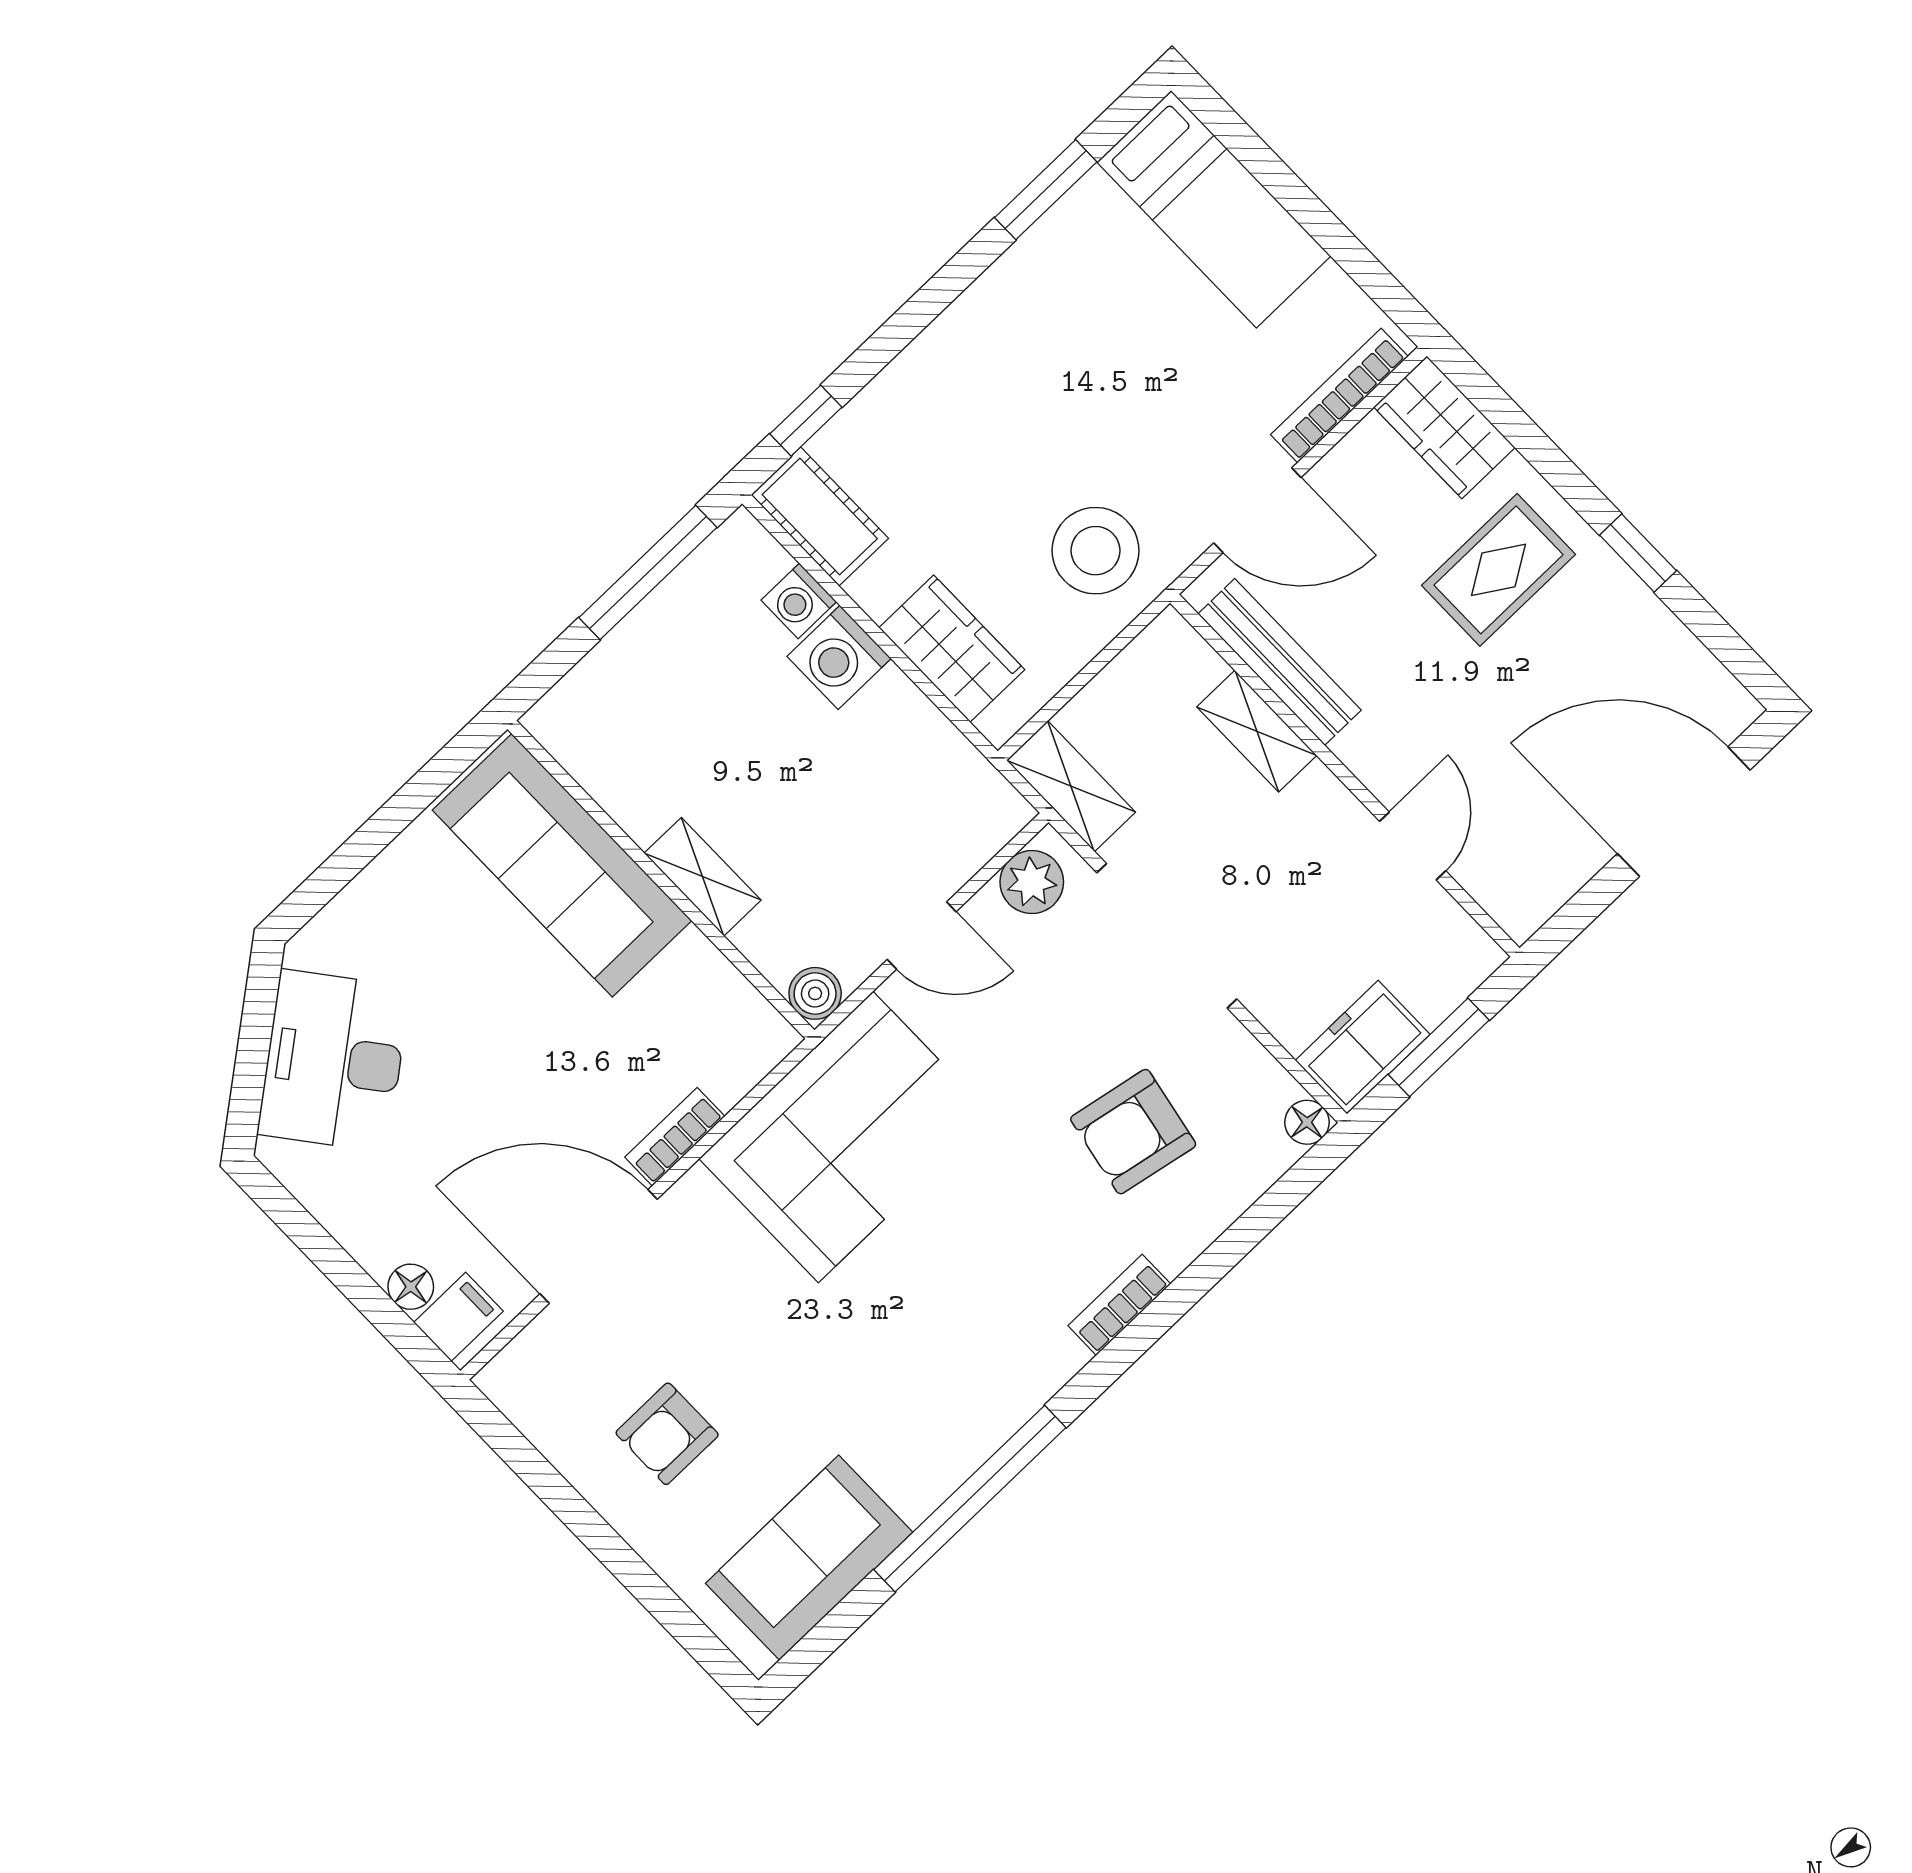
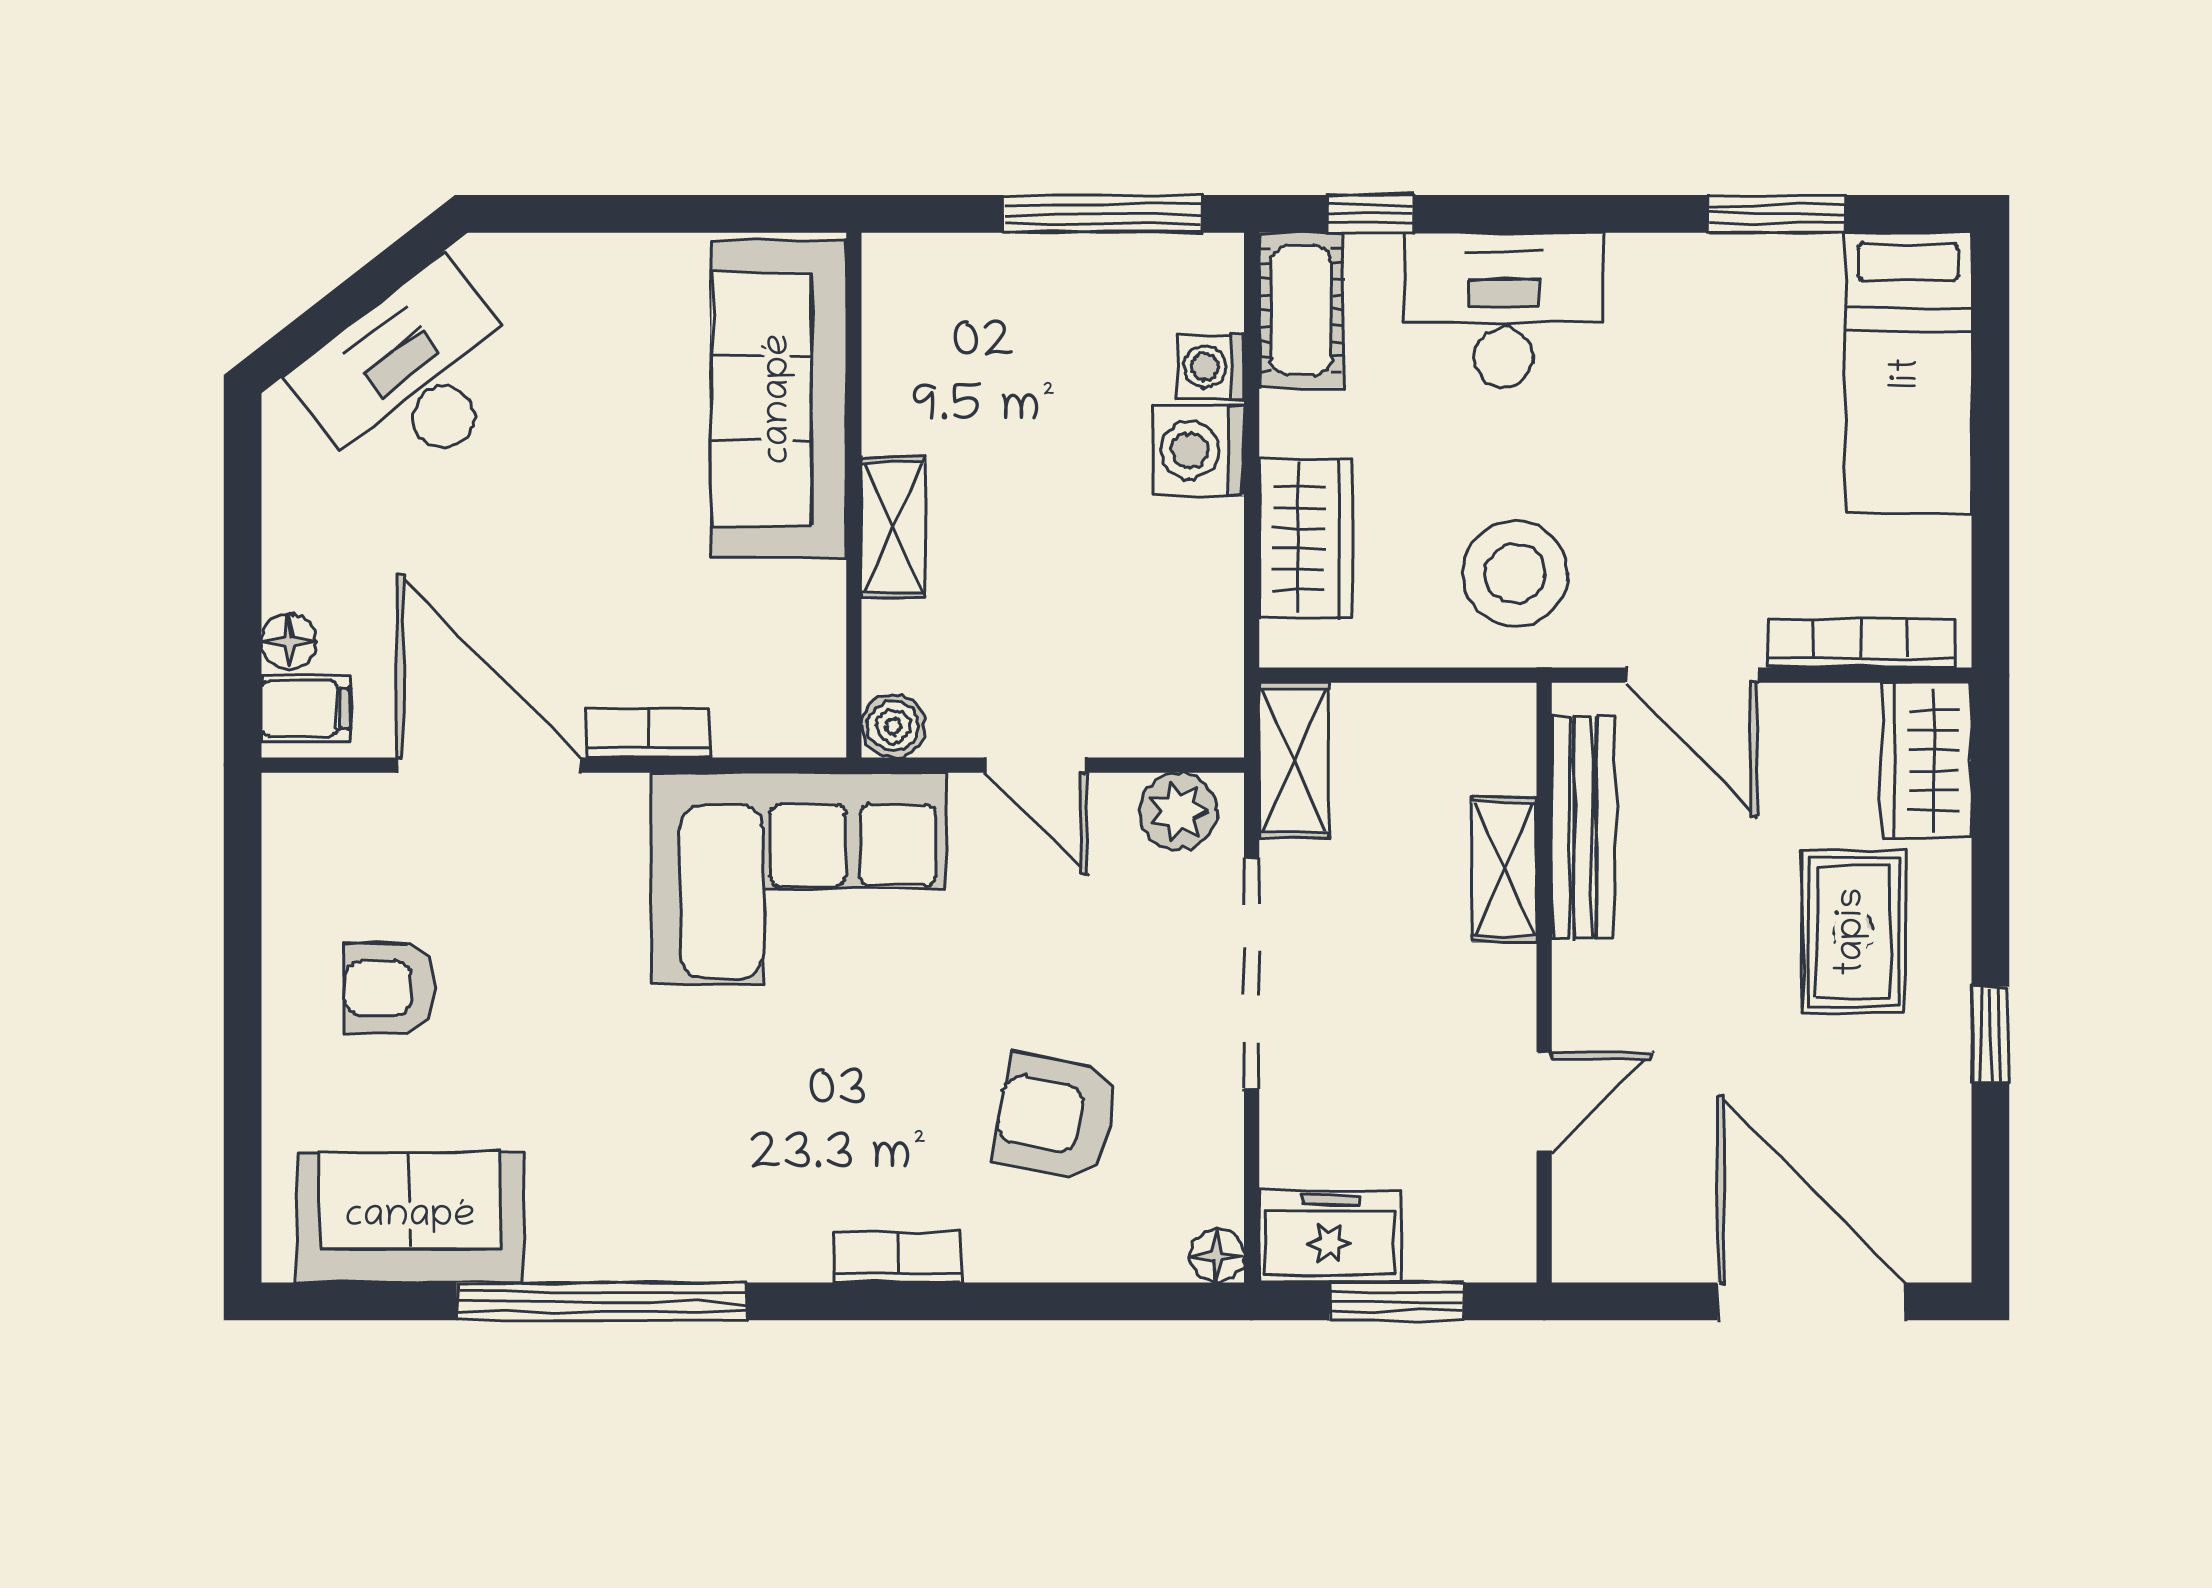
desk: (939, 401) -> (1504, 310), added
rug: (1499, 570) -> (1853, 932), turned 90

